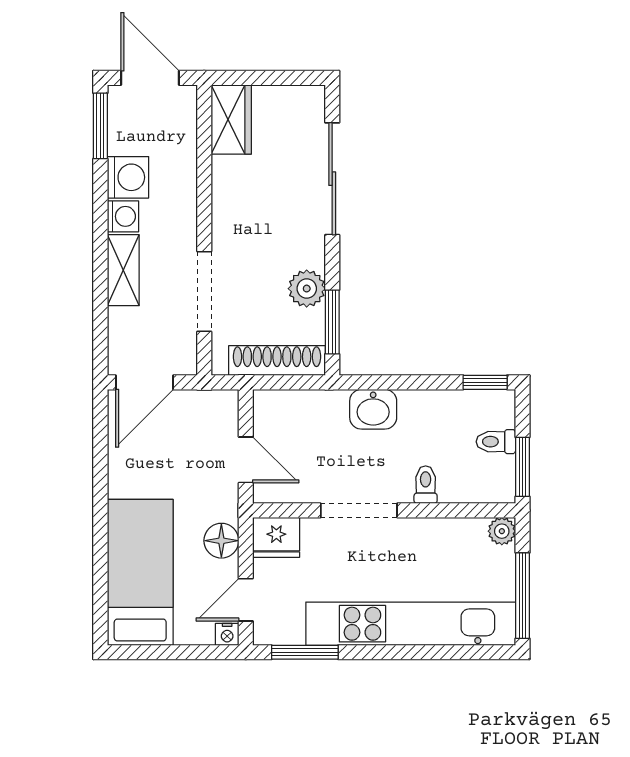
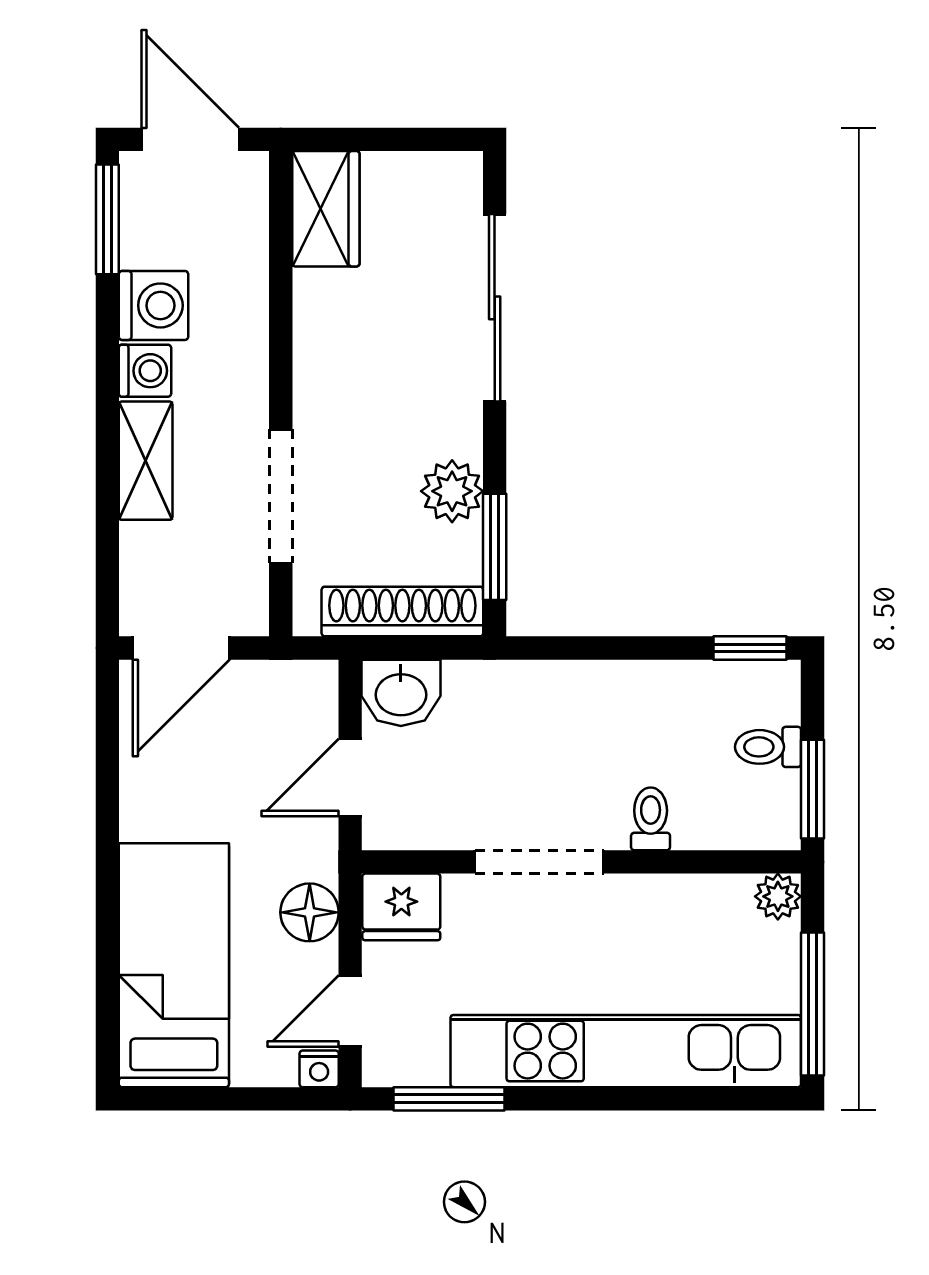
washbasin: (373, 409) -> (401, 693), moved
door: (246, 460) -> (350, 777), swing flipped

